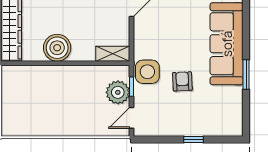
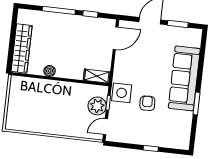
boiler: (57, 48) -> (50, 71), width x0.54, depth x0.54

